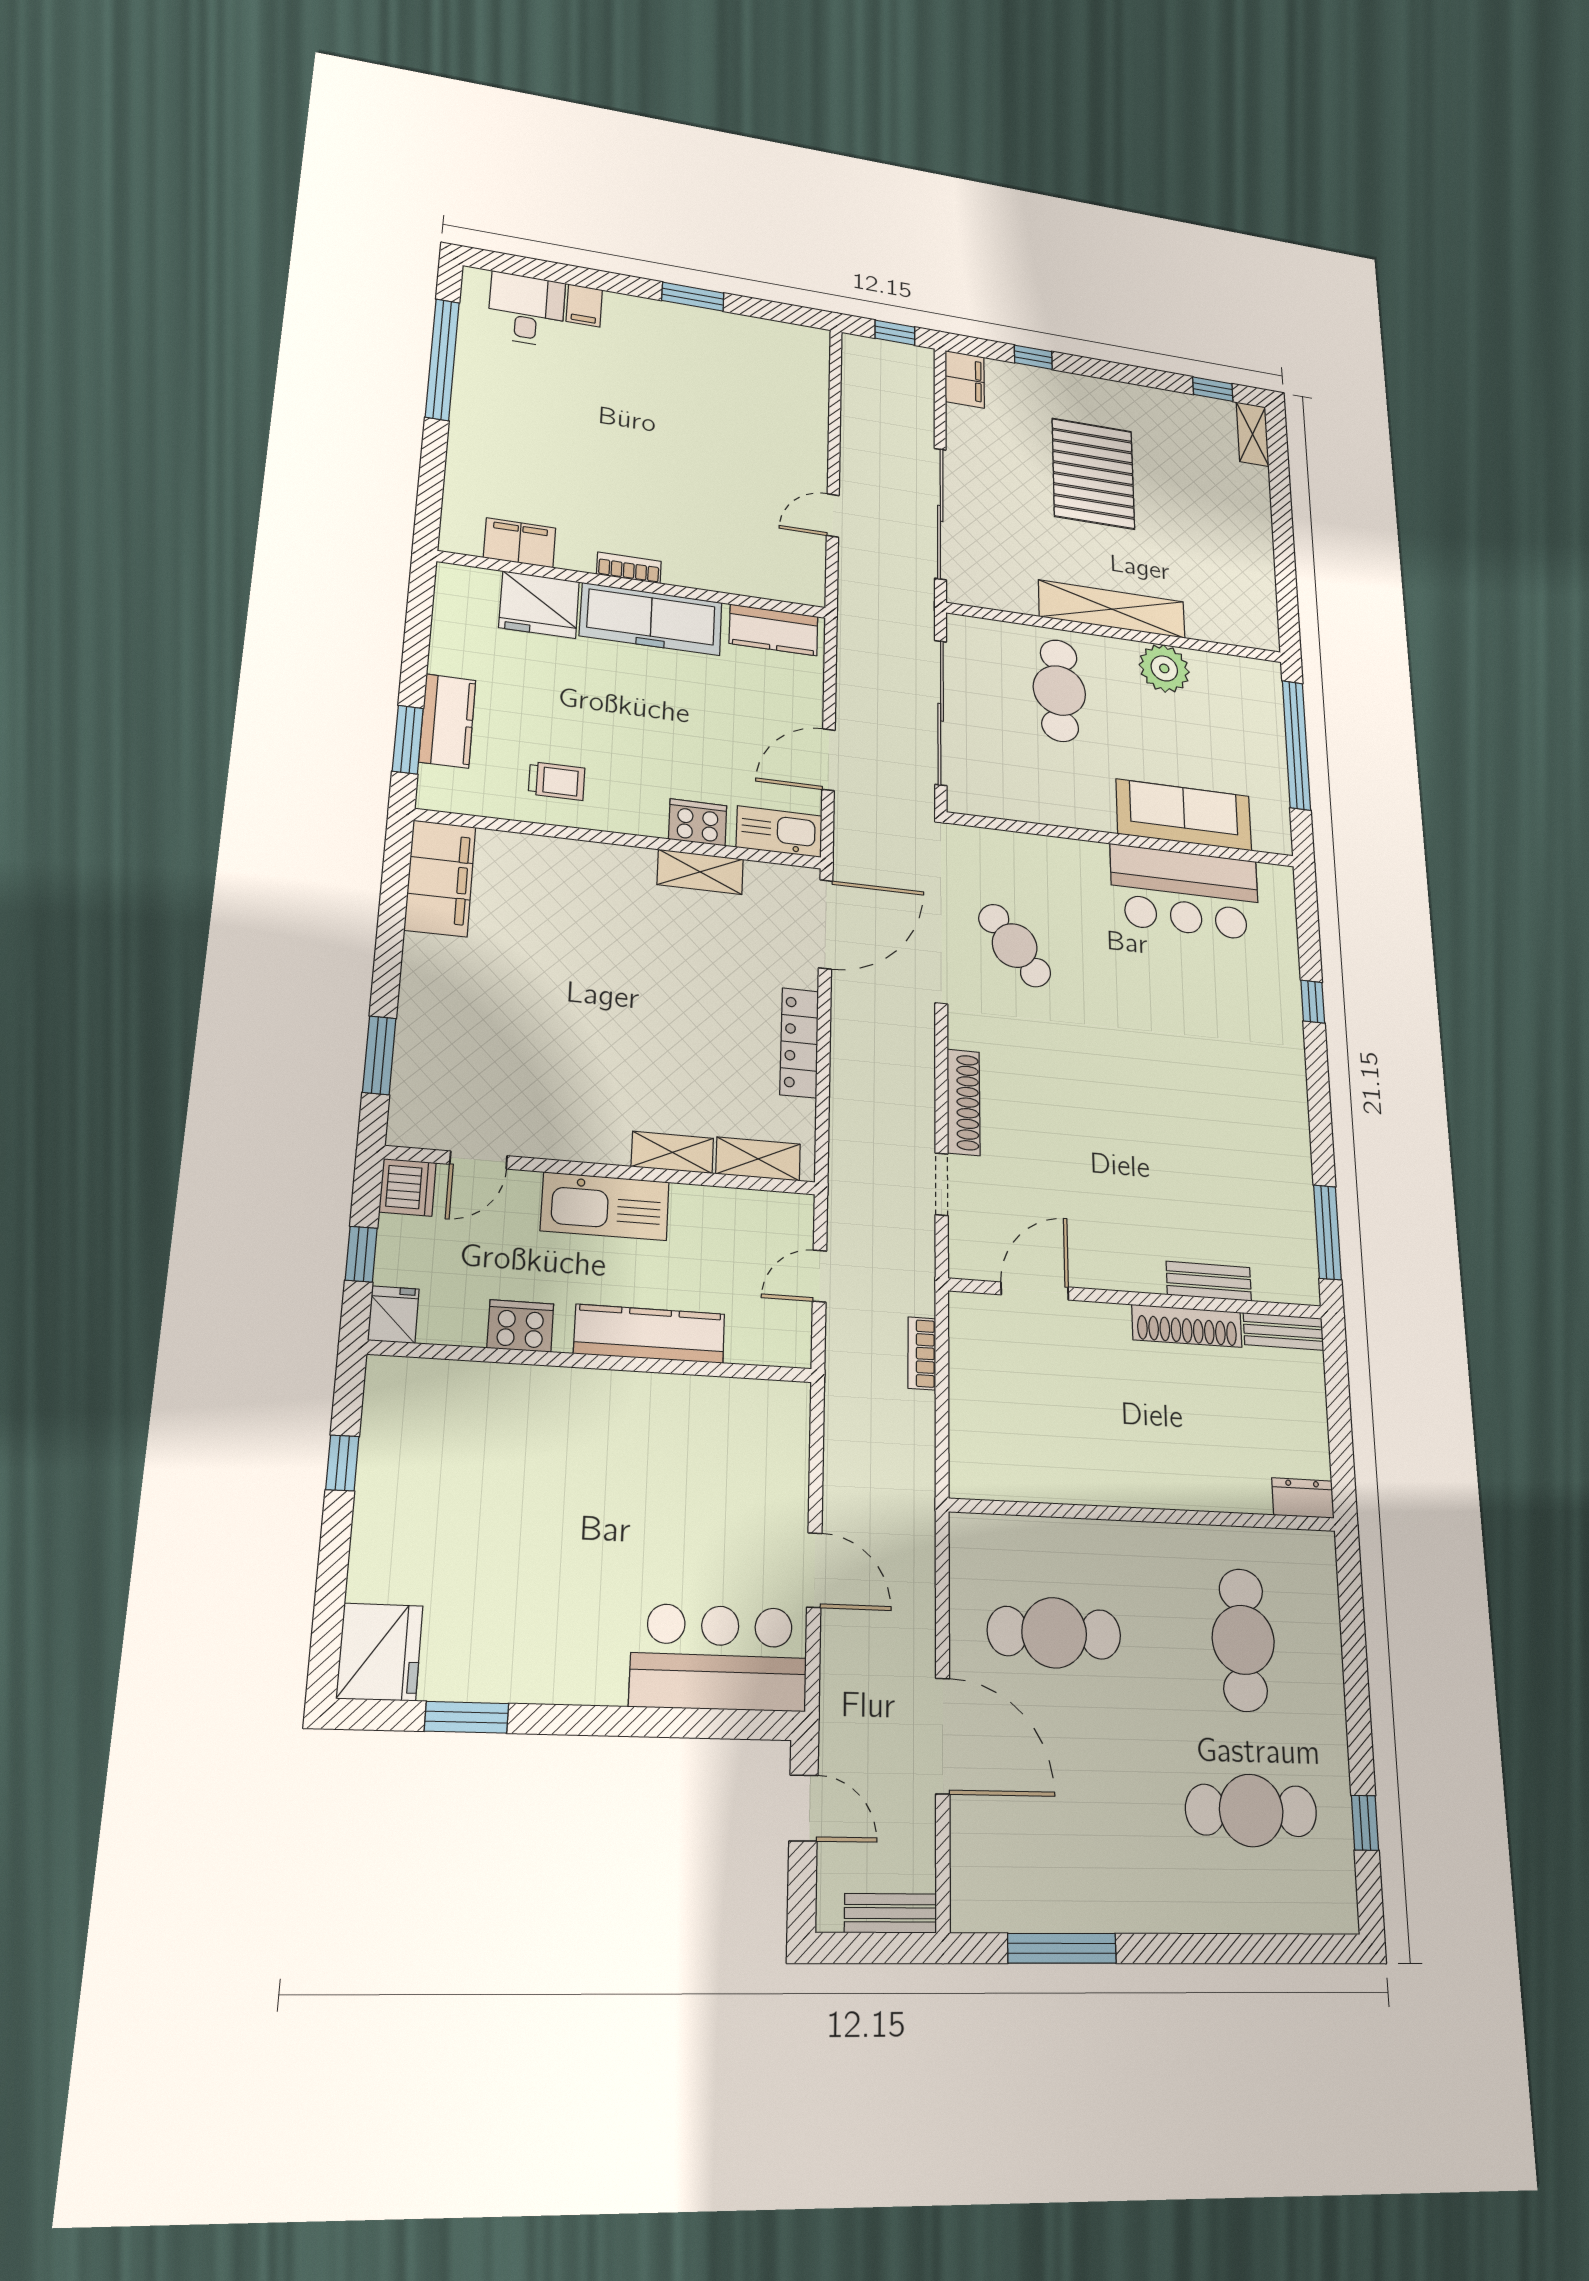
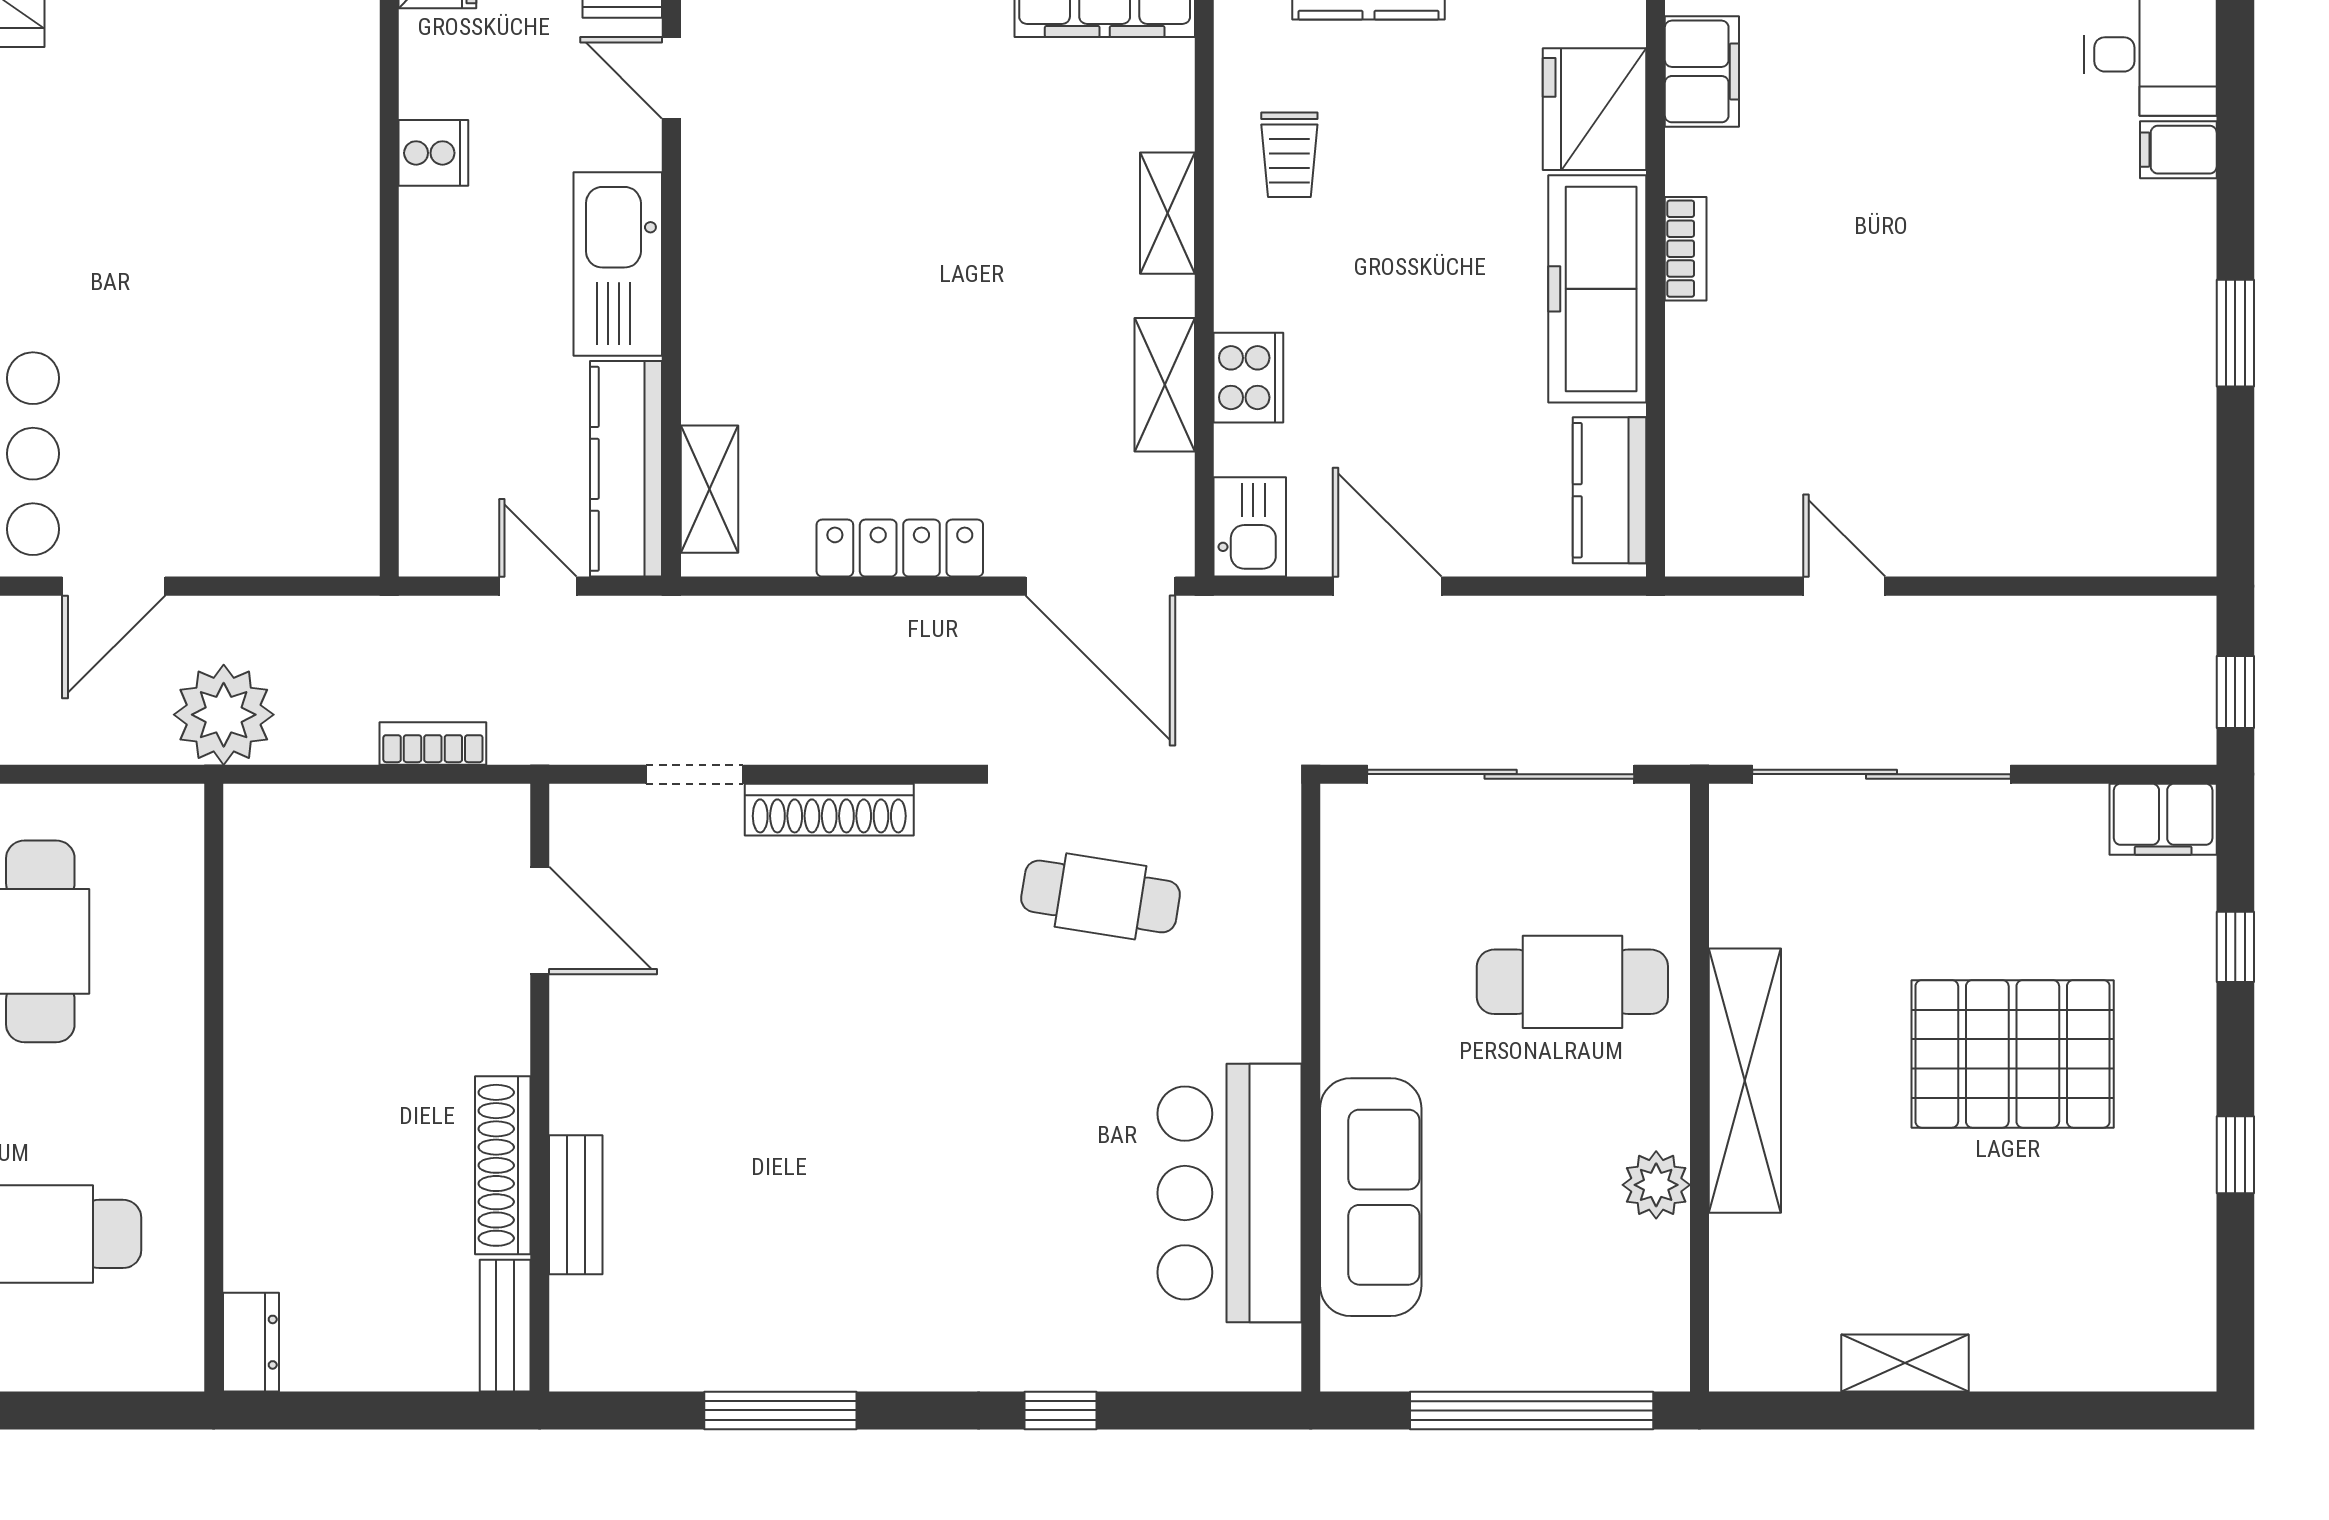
window: (1213, 389) -> (2235, 1155), moved
shelving: (1253, 434) -> (1905, 1363), moved
plant: (1164, 668) -> (1656, 1185), width x0.73, depth x0.73
kitchen sink: (779, 832) -> (1250, 527), width x0.73
cafe table: (1015, 946) -> (1101, 896), turned 48
shelving: (672, 1152) -> (1167, 213), moved
window: (1327, 1232) -> (780, 1410), moved
cooker: (520, 1326) -> (433, 153), width x0.73
kitchen counter: (650, 1334) -> (626, 469), moved, turned 180
plant: (903, 1496) -> (224, 715), added

